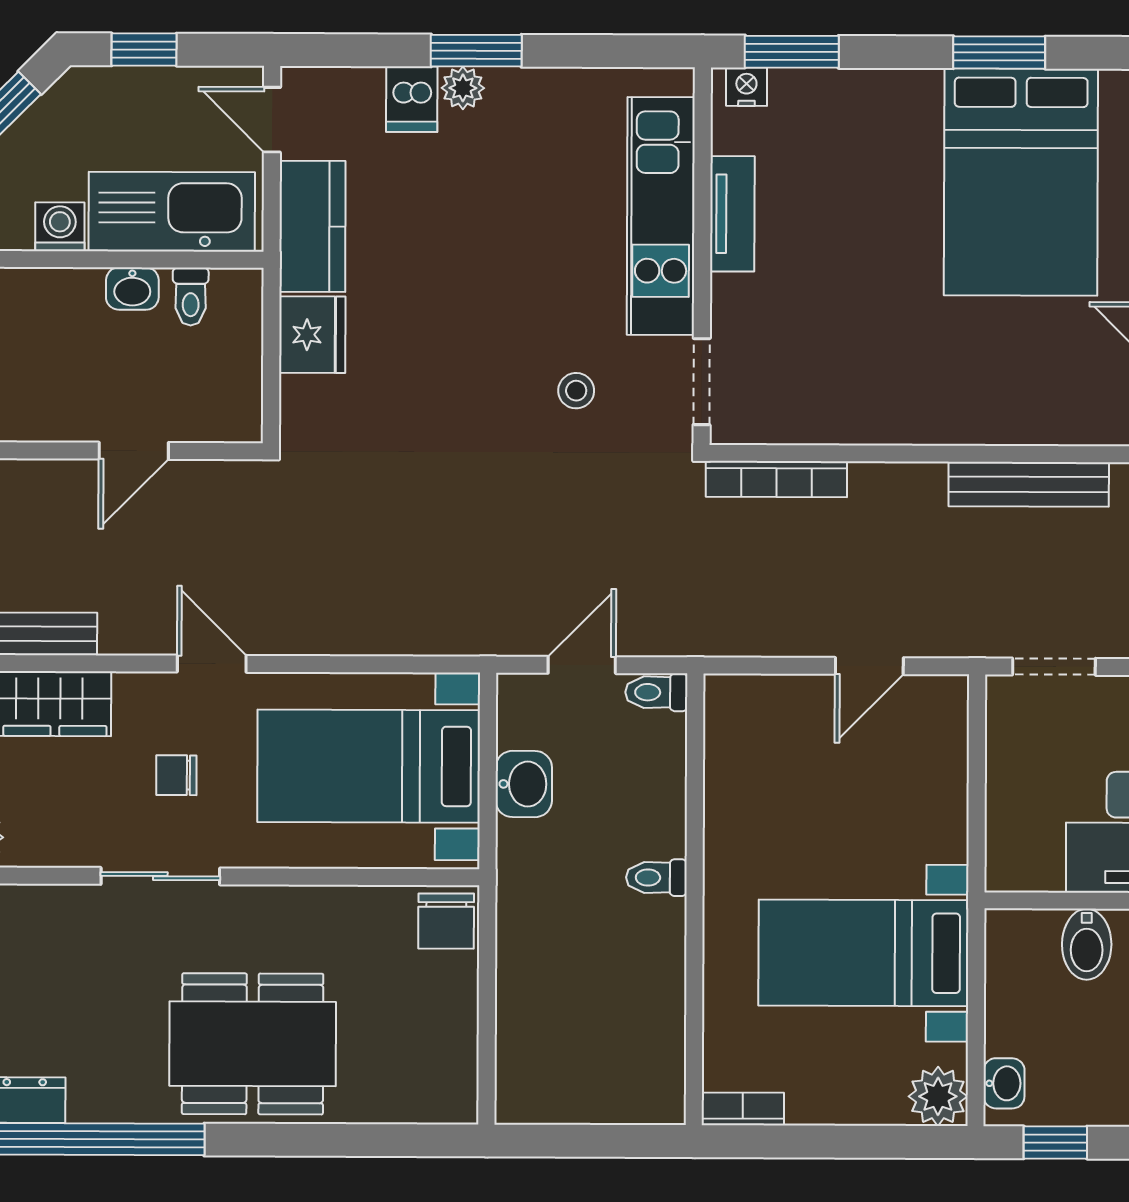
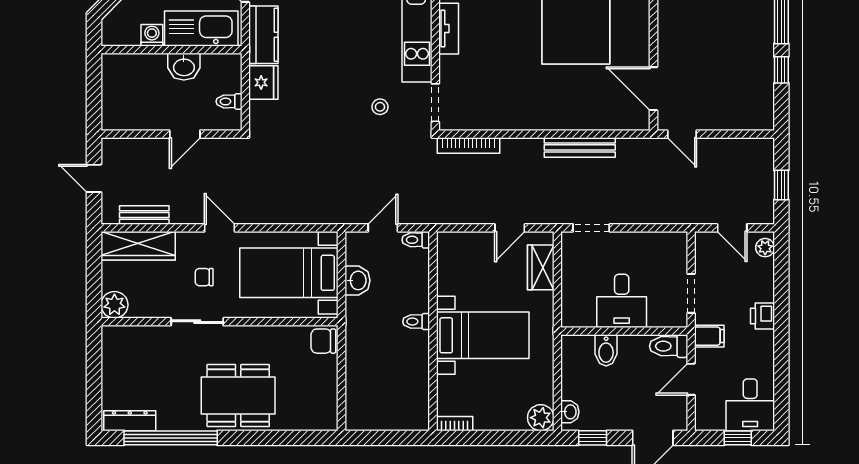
washbasin: (132, 289) -> (184, 67), width x1.38, depth x1.45
toilet: (191, 297) -> (229, 101), moved, turned 90
wardrobe: (939, 756) -> (541, 267), added
chair: (446, 921) -> (323, 341), turned 90
bed with nightstands: (863, 953) -> (483, 335), moved, turned 180

